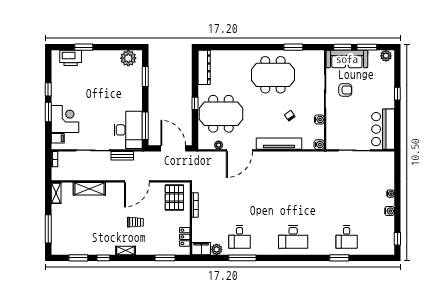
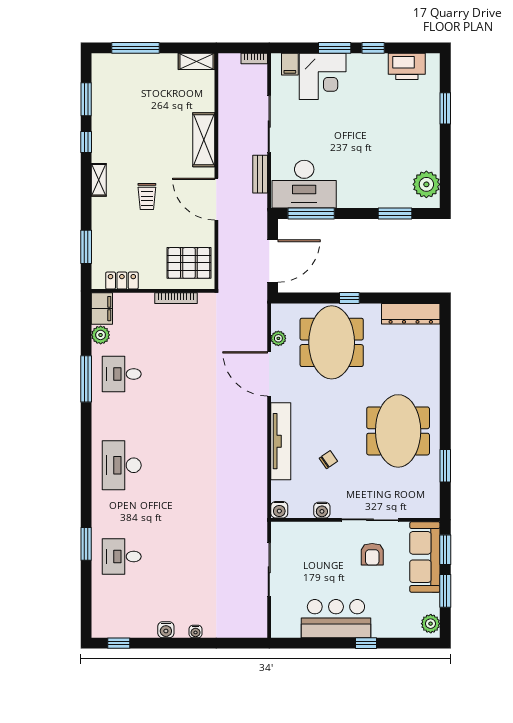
printer: (71, 58) -> (407, 66), moved, turned -90
bar counter: (383, 129) -> (336, 619), moved
shelving: (89, 189) -> (204, 140), moved

